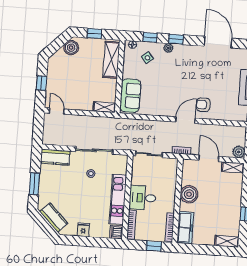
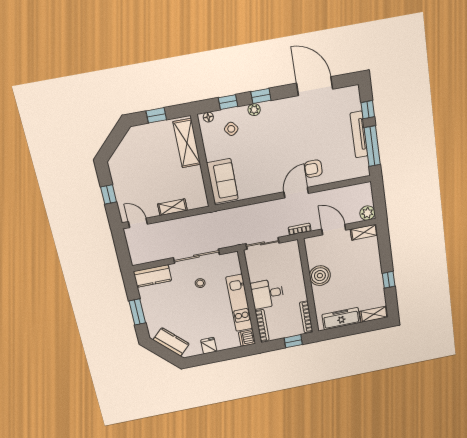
boiler: (71, 48) -> (132, 141), removed
shelving: (104, 107) -> (172, 207), moved
freezer: (185, 228) -> (341, 319), moved, turned -90

